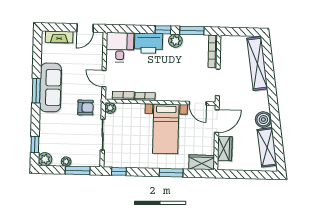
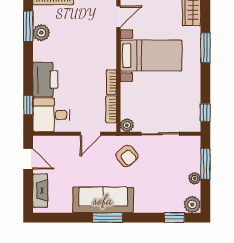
window: (163, 30) -> (28, 105), moved
plant: (175, 41) -> (41, 33), moved
armchair: (85, 108) -> (127, 156), turned 140

